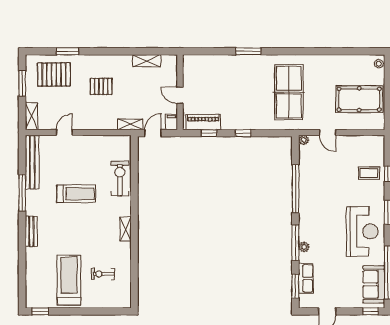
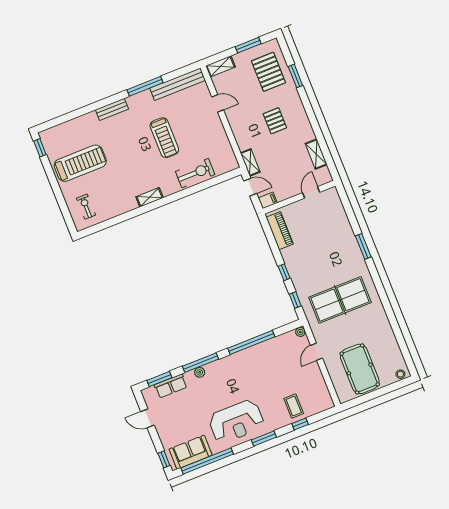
door: (180, 95) -> (311, 192), moved
window: (209, 133) -> (295, 300), moved
exercise bike: (103, 274) -> (86, 207), moved

